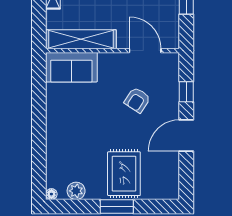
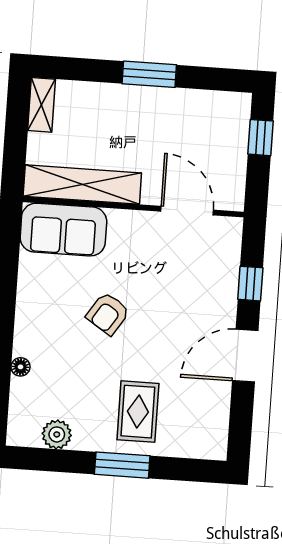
armchair: (137, 100) -> (108, 314), moved
rug: (124, 174) -> (138, 412), width x0.73, depth x0.70
floor lamp: (51, 194) -> (20, 367), moved

